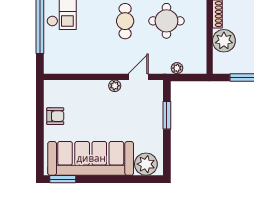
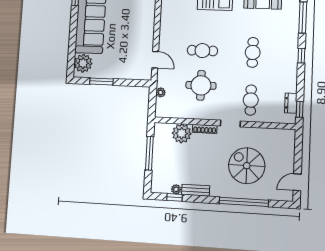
plant: (115, 86) -> (149, 40), removed
window: (167, 115) -> (101, 81), moved

